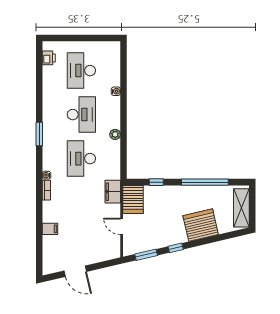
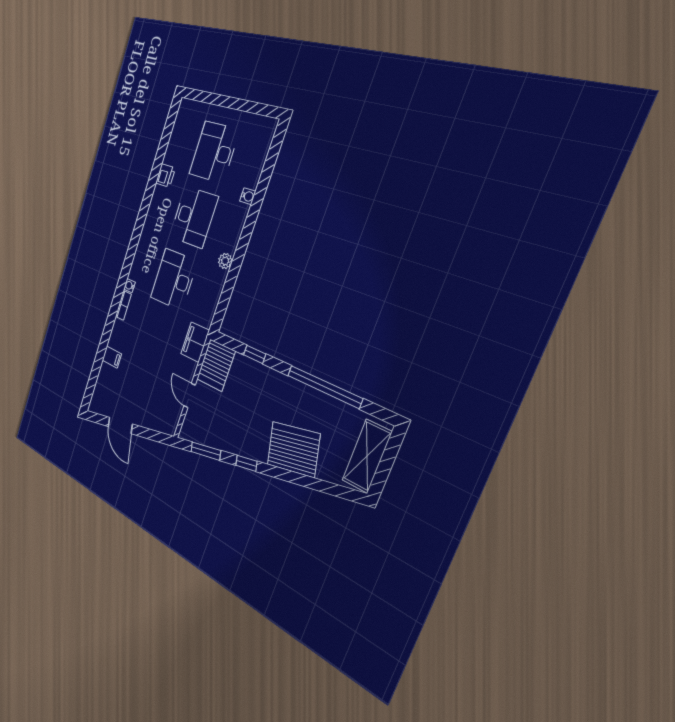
printer: (49, 58) -> (166, 176), moved
window: (39, 134) -> (139, 227), removed

